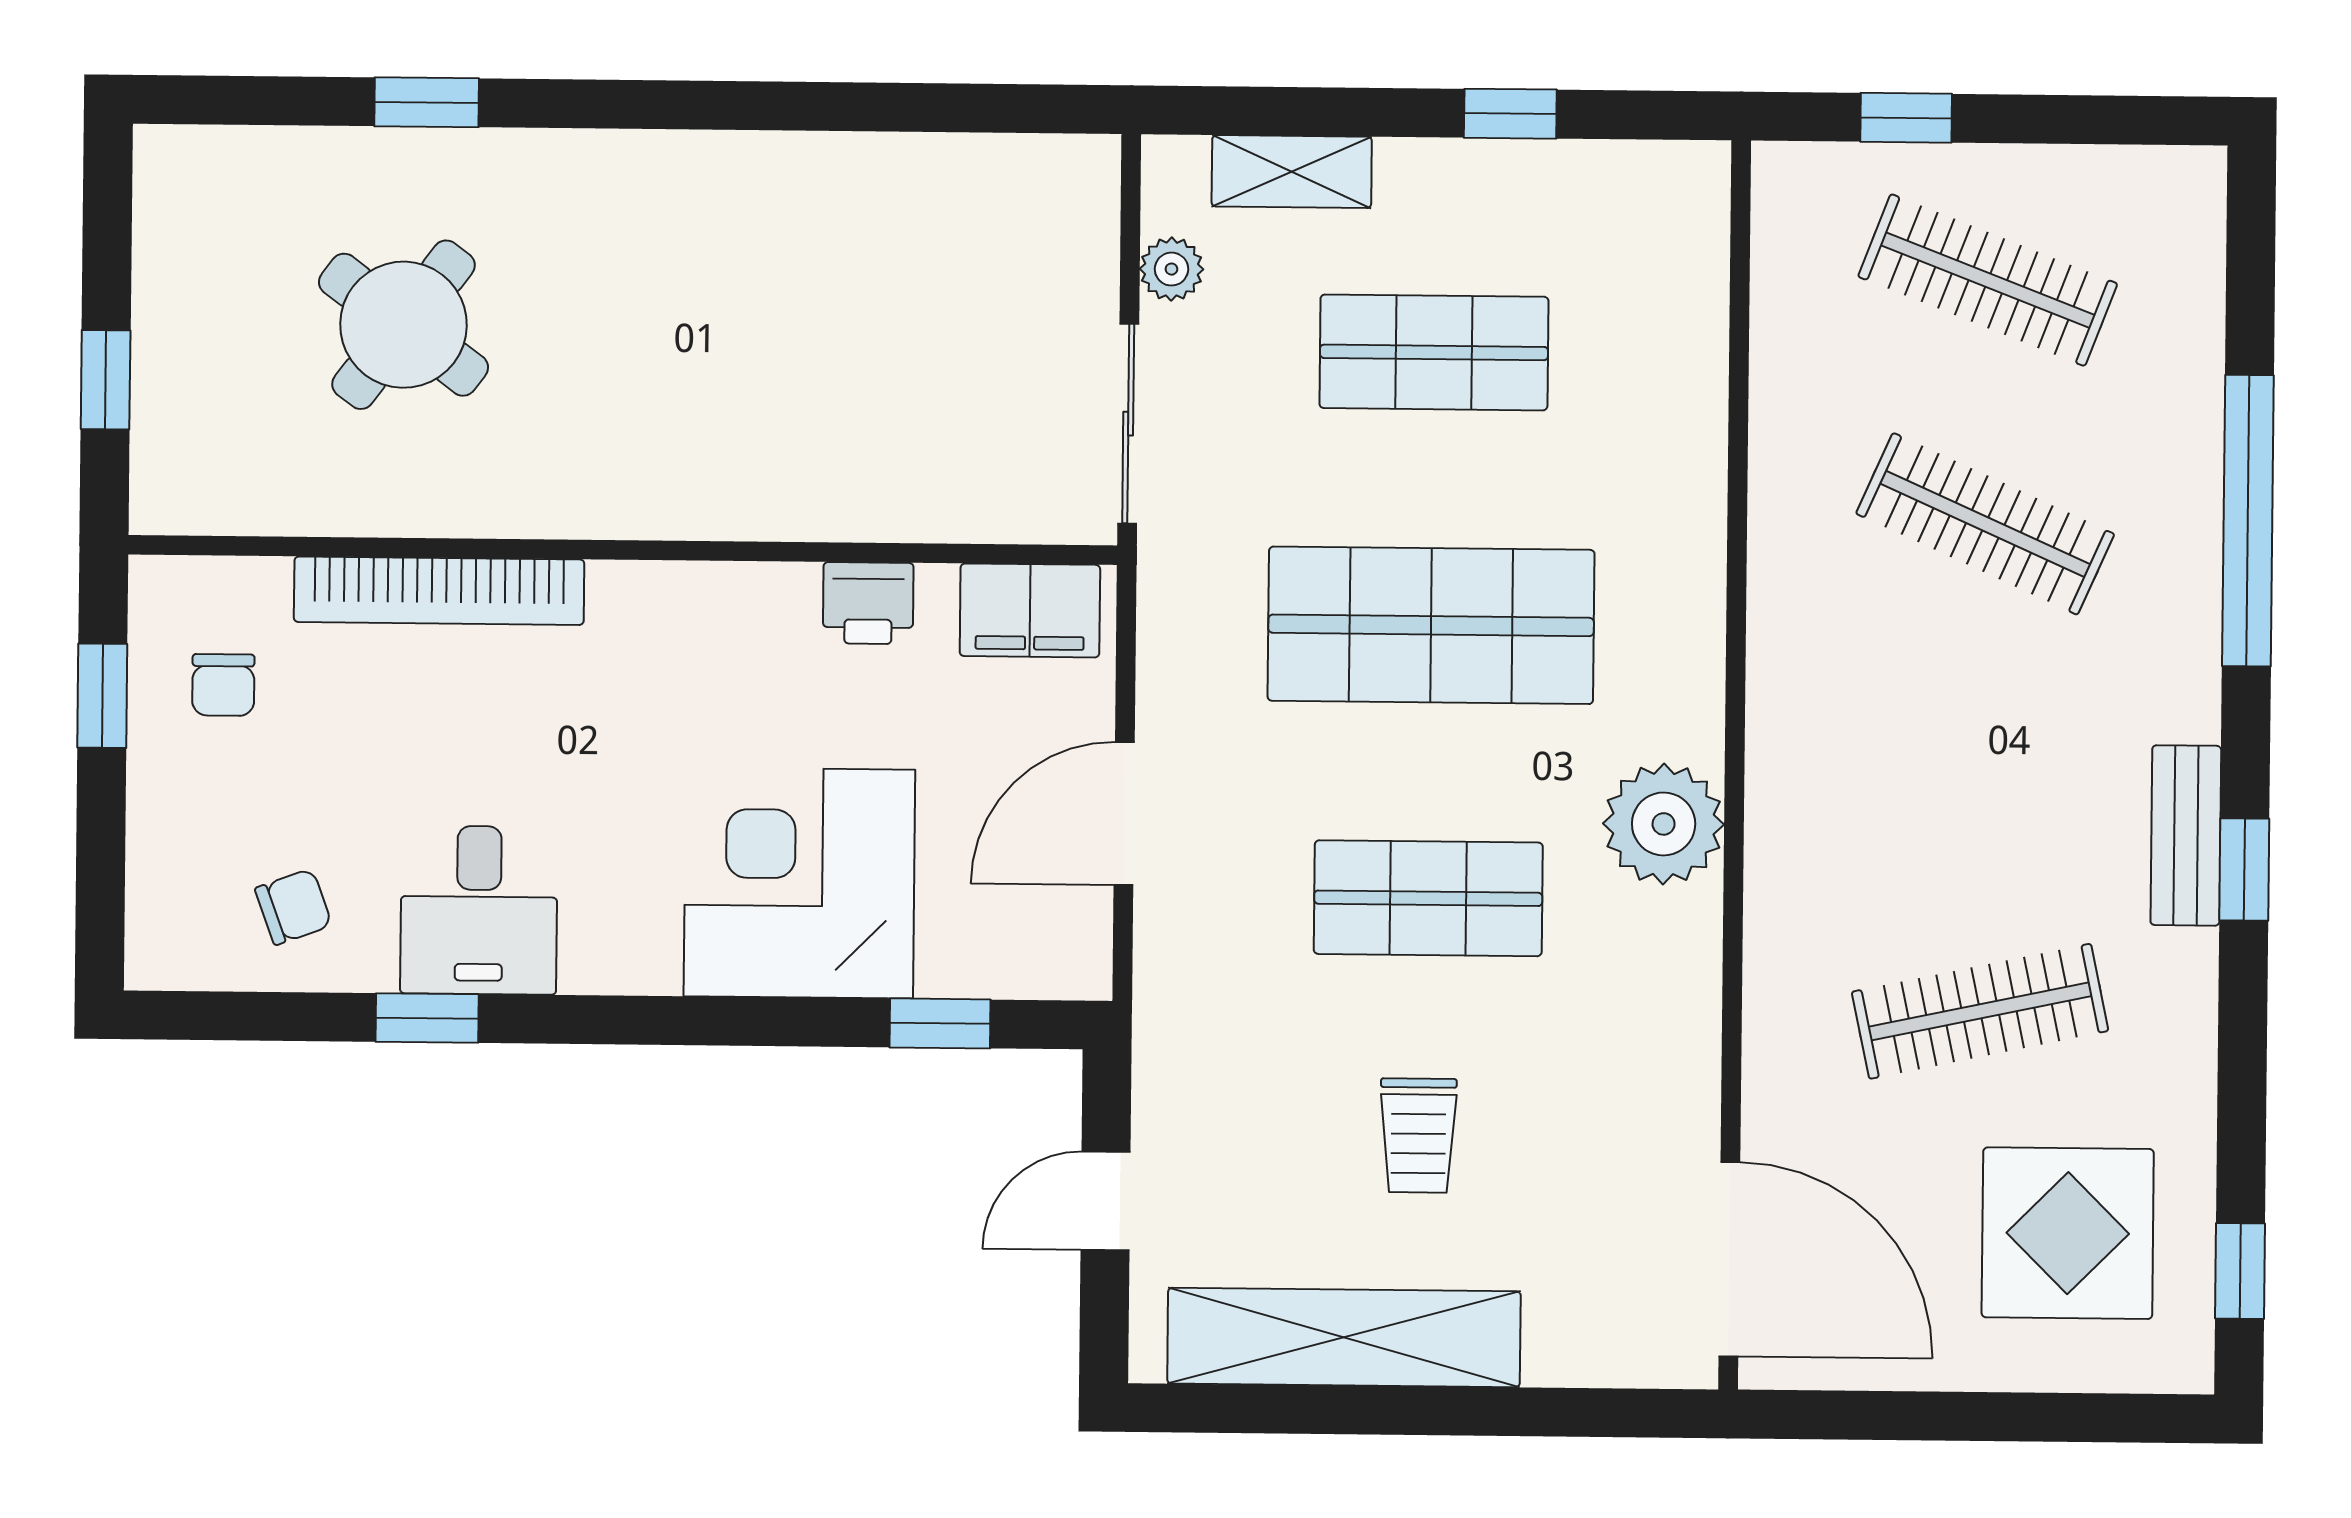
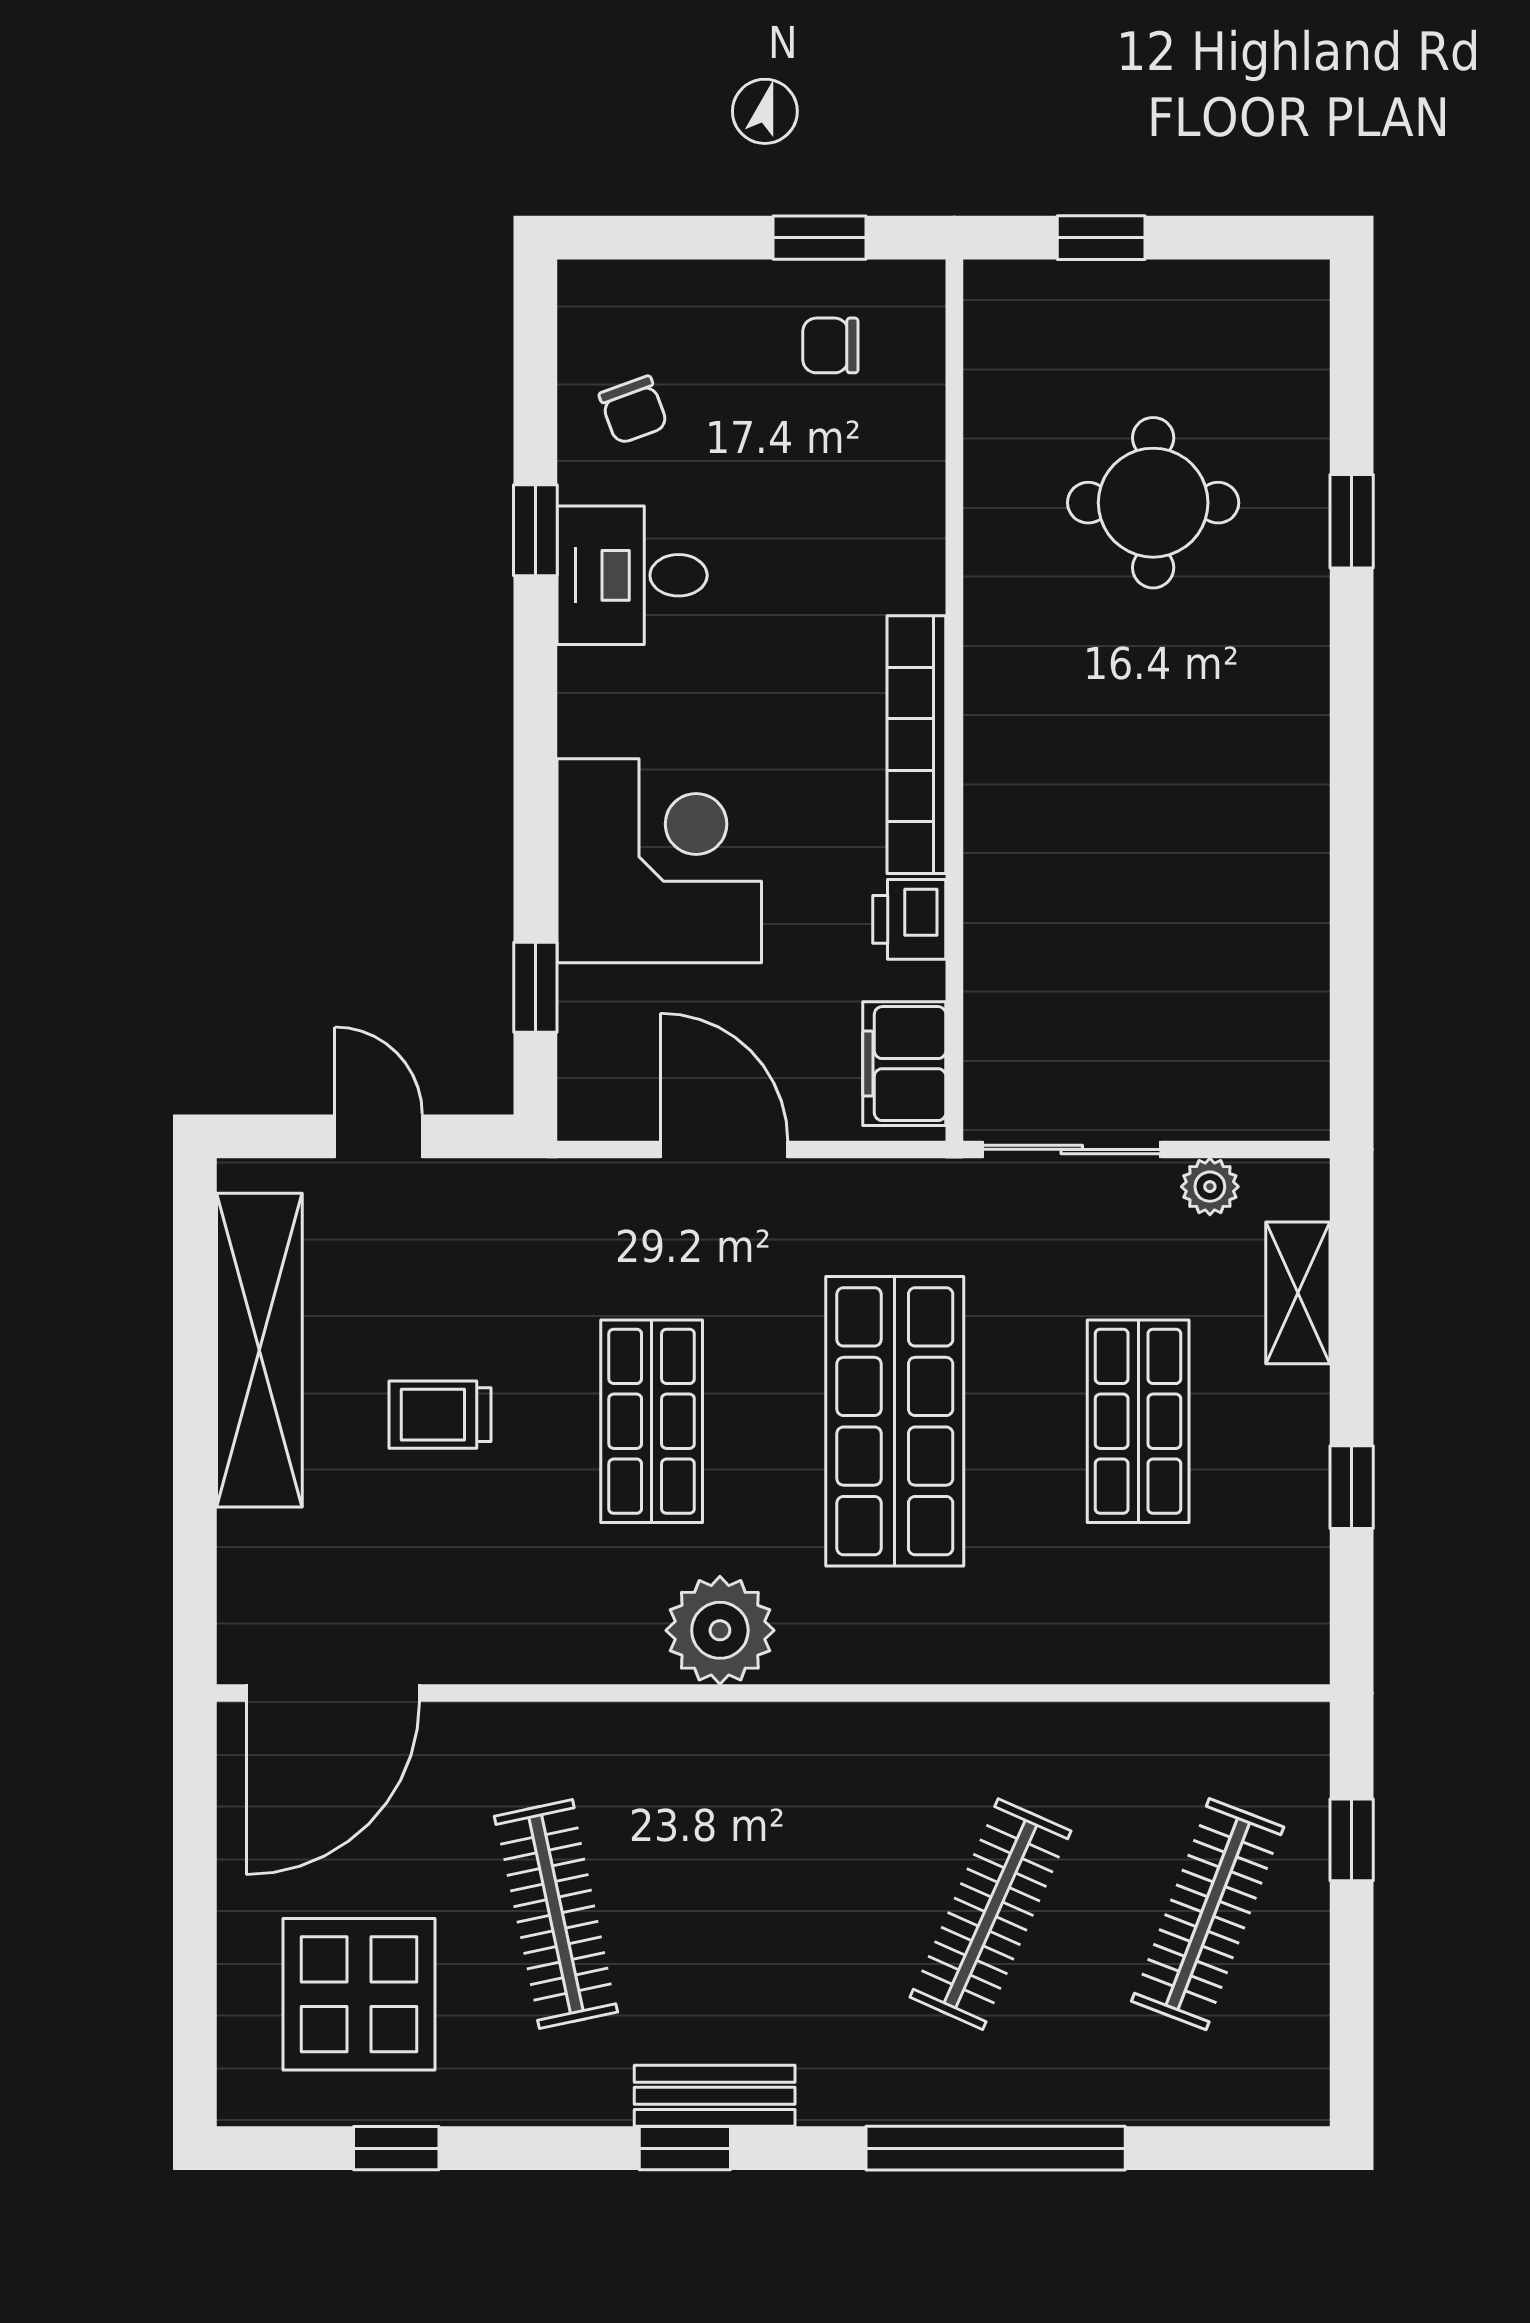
round table: (404, 325) -> (1153, 503), turned -37
bookcase: (439, 591) -> (916, 745), moved
window: (2240, 1271) -> (396, 2148), moved

